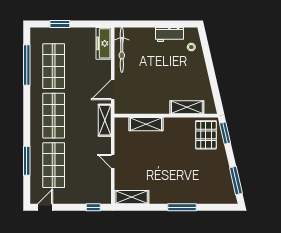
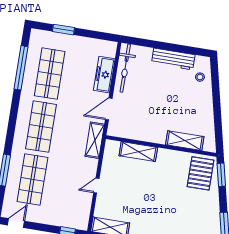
workbench: (169, 35) -> (173, 59), width x1.38
freezer: (104, 43) -> (104, 75), moved
door: (113, 161) -> (96, 186), hinge flipped

